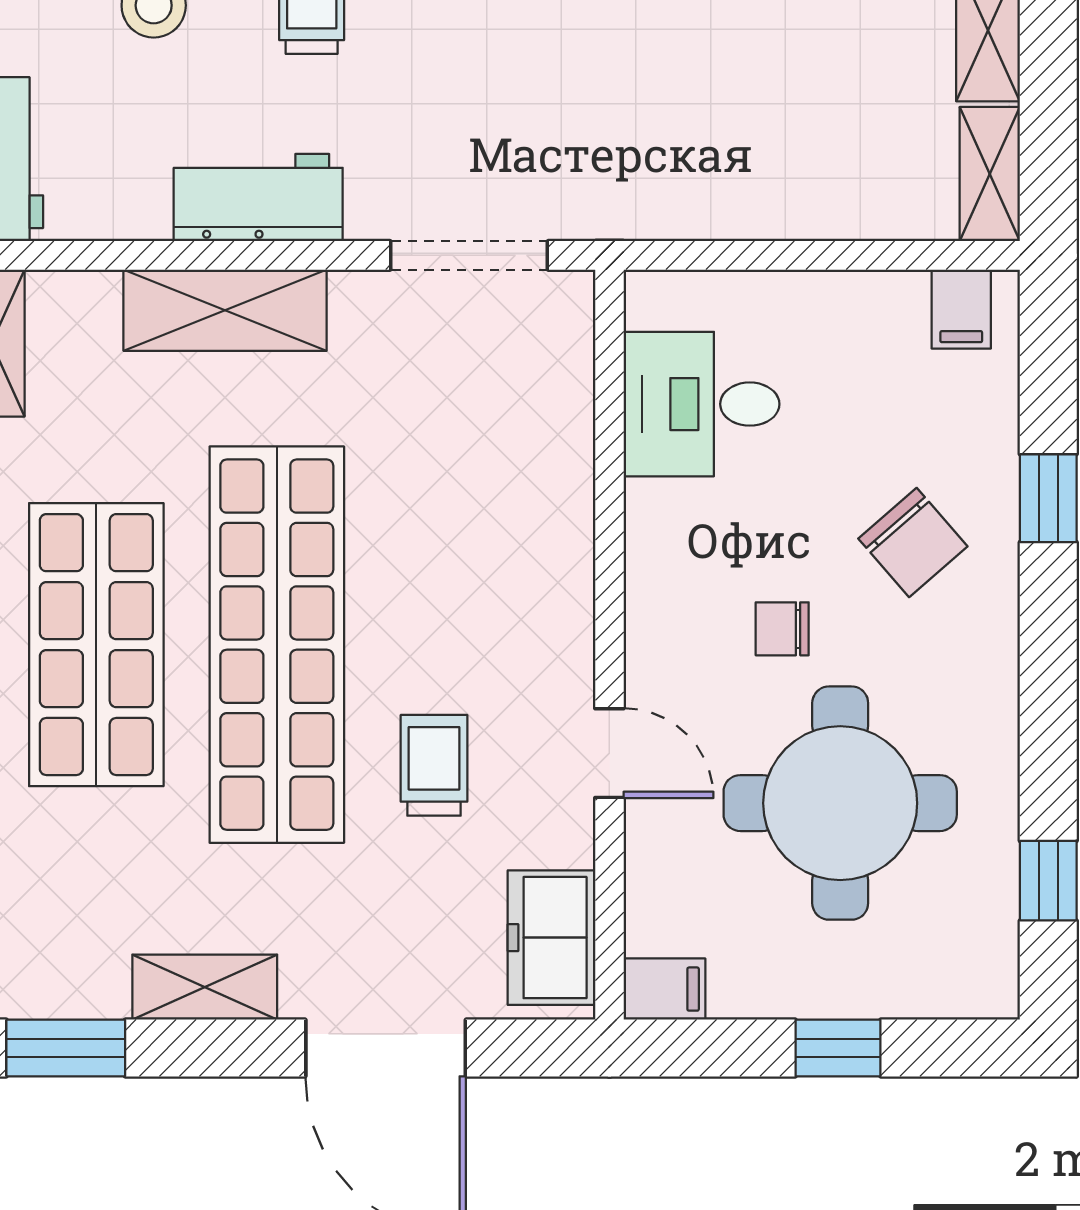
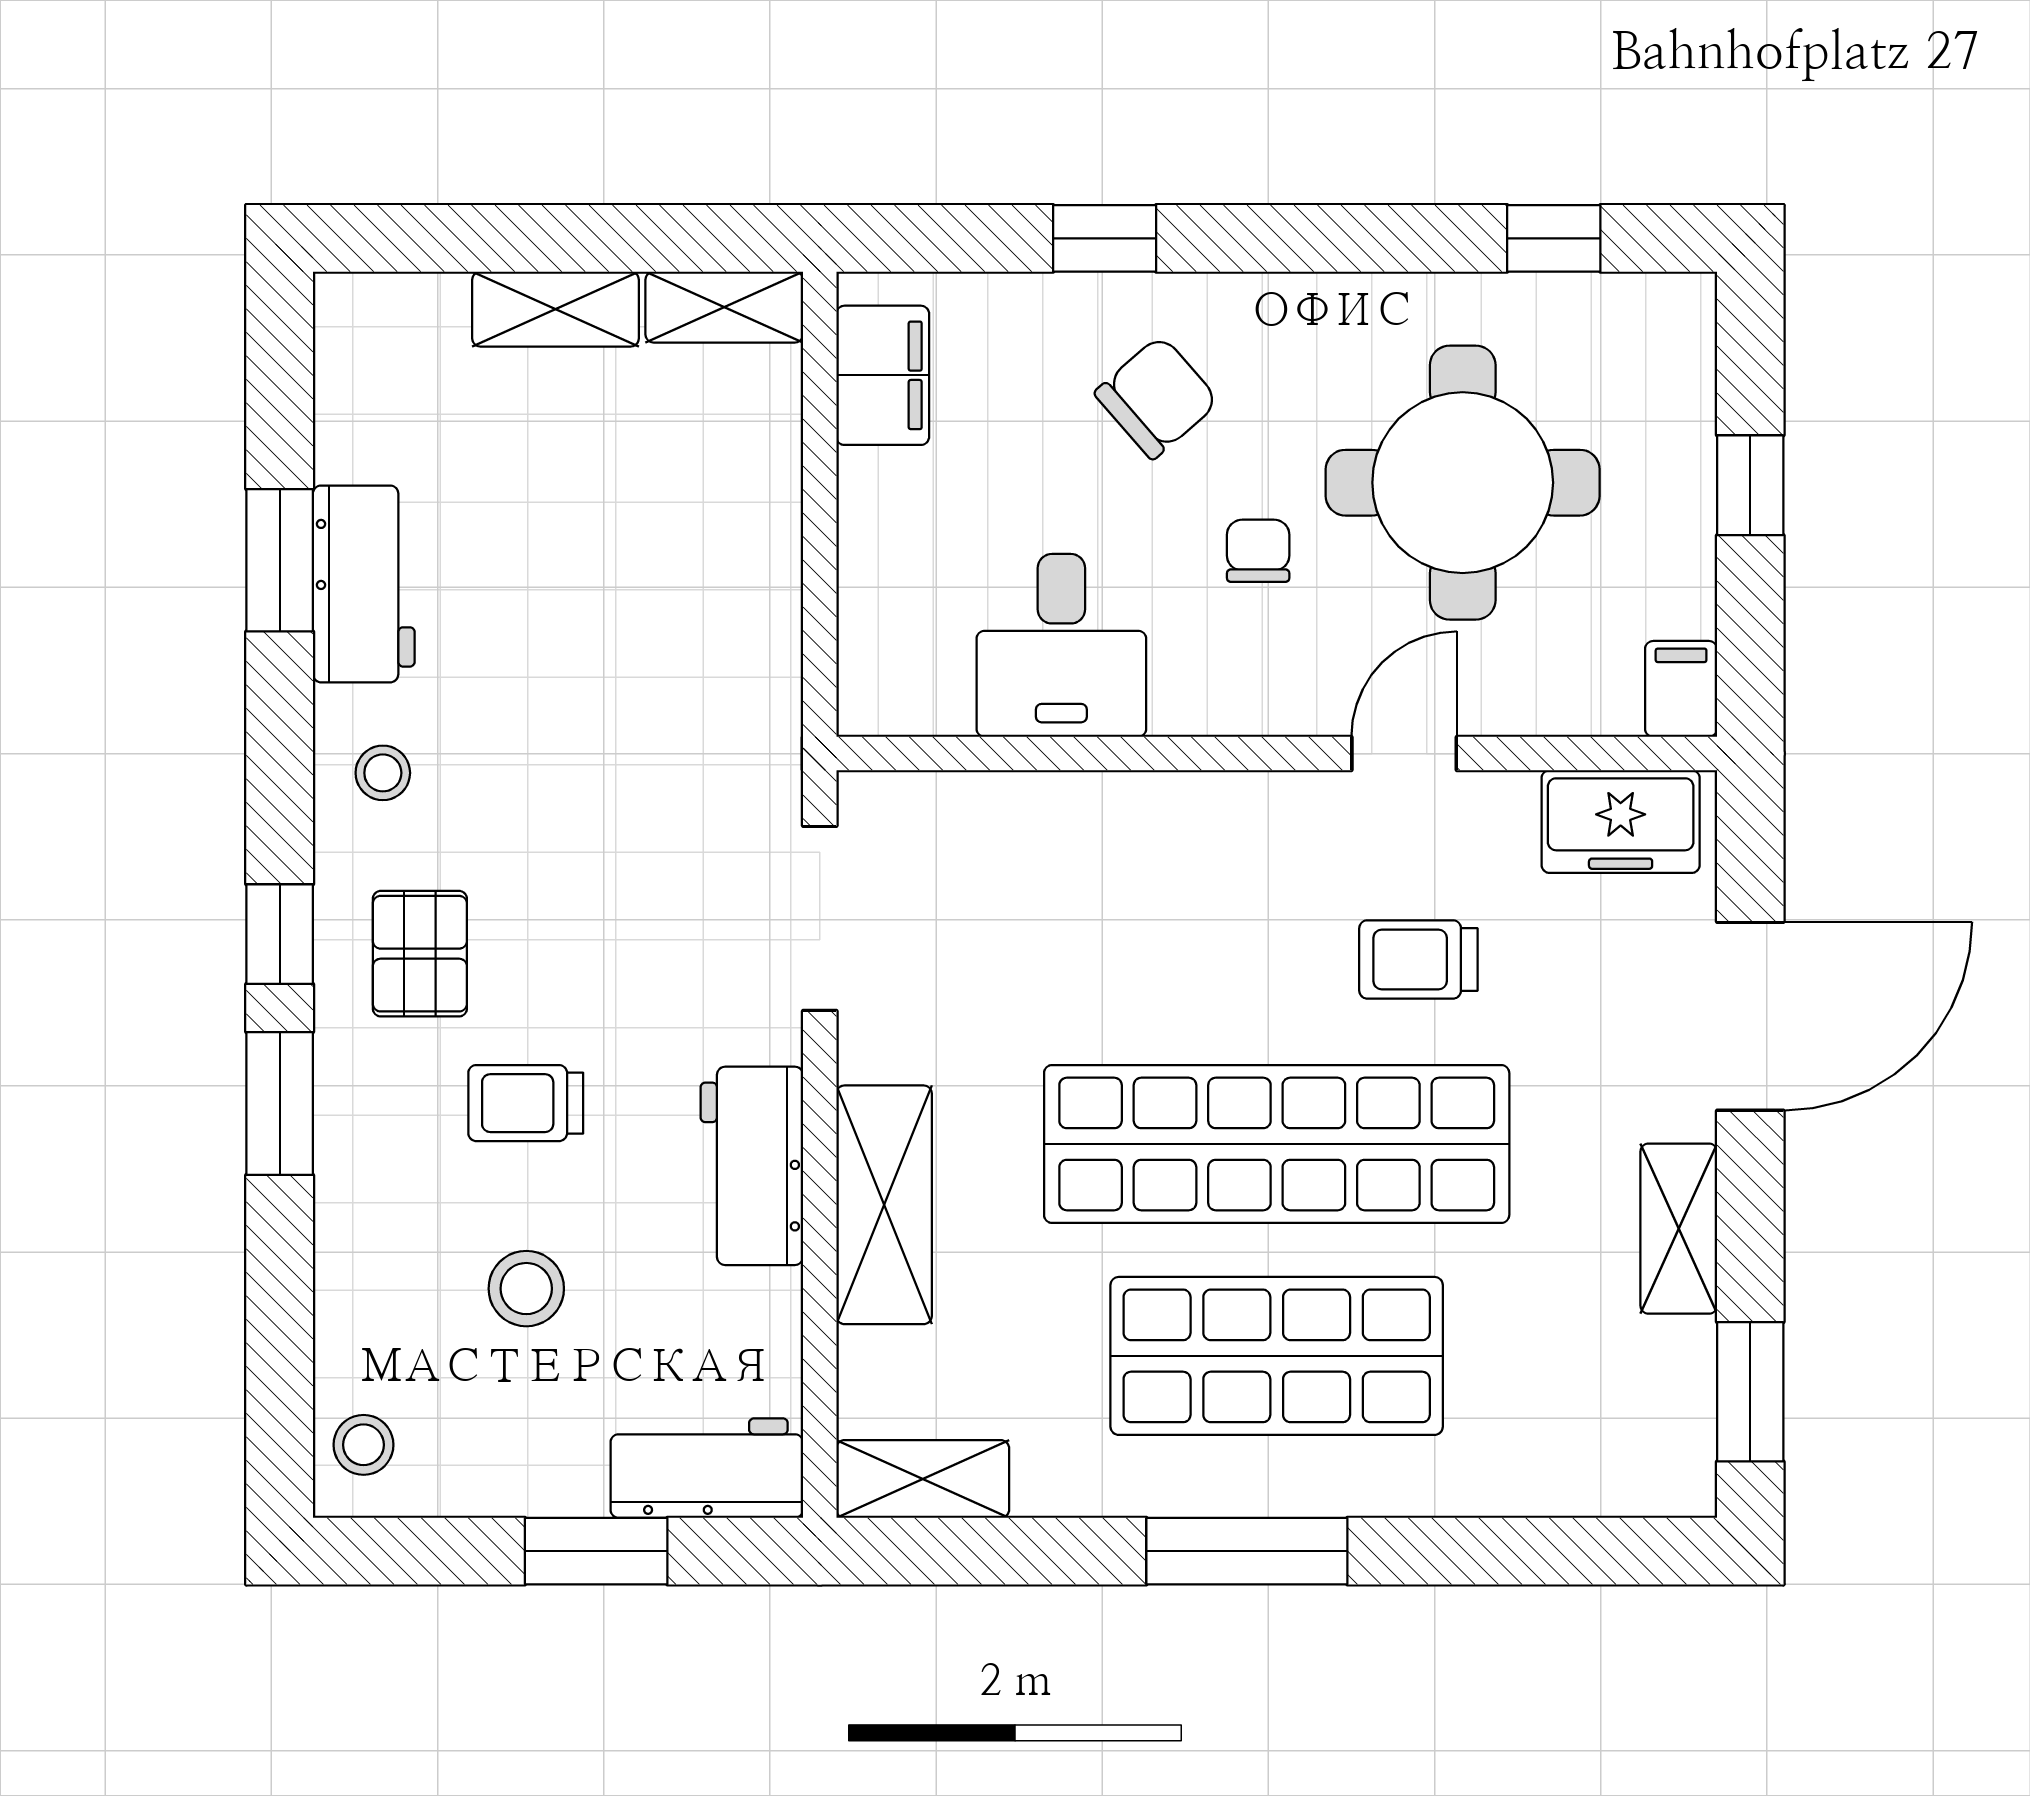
filing cabinet: (961, 309) -> (883, 375), width x2.00
desk: (702, 404) -> (1061, 645), moved
chair: (782, 629) -> (1258, 551), turned 180

